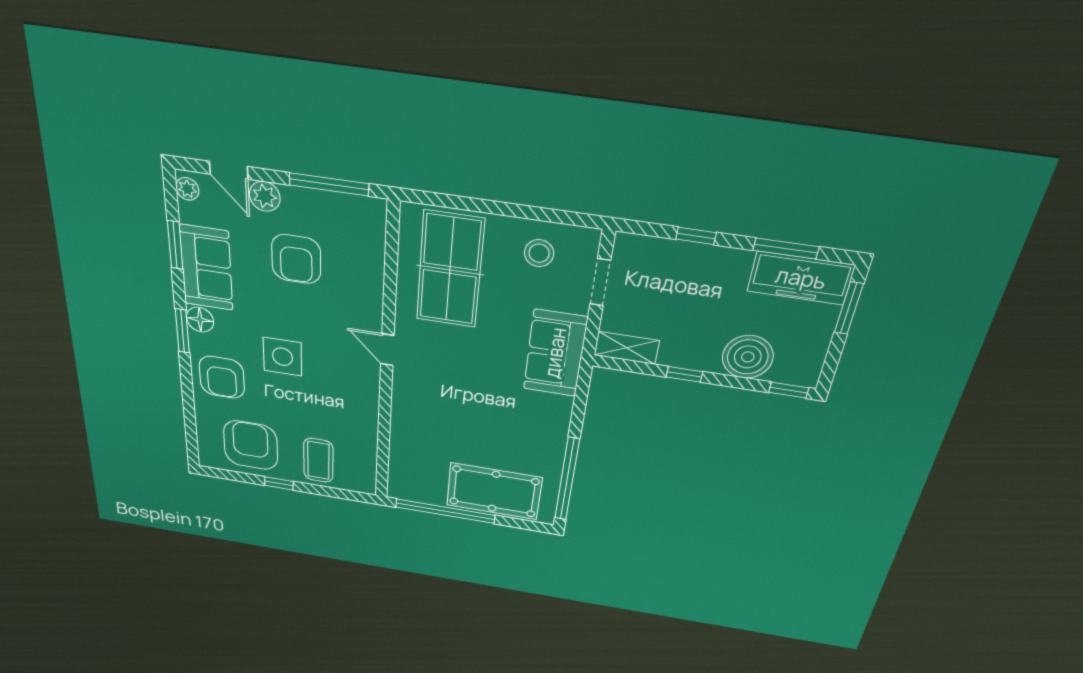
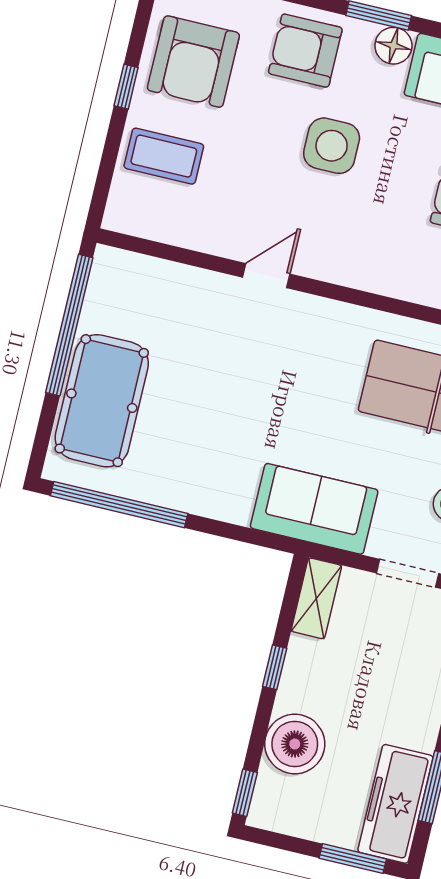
door: (387, 350) -> (266, 276), moved
armchair: (251, 445) -> (193, 62), turned 90

